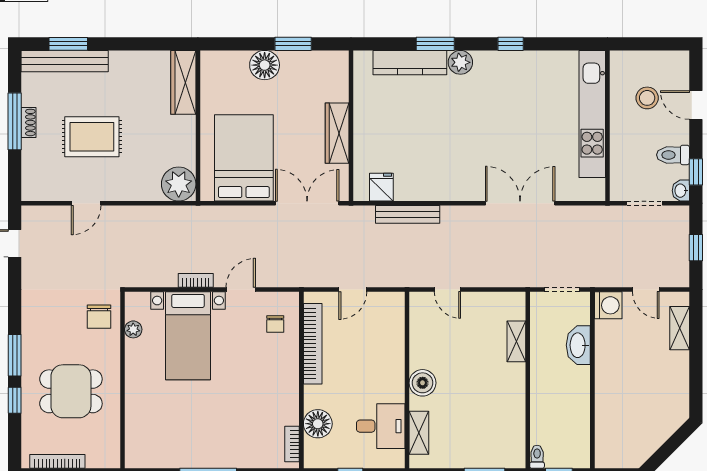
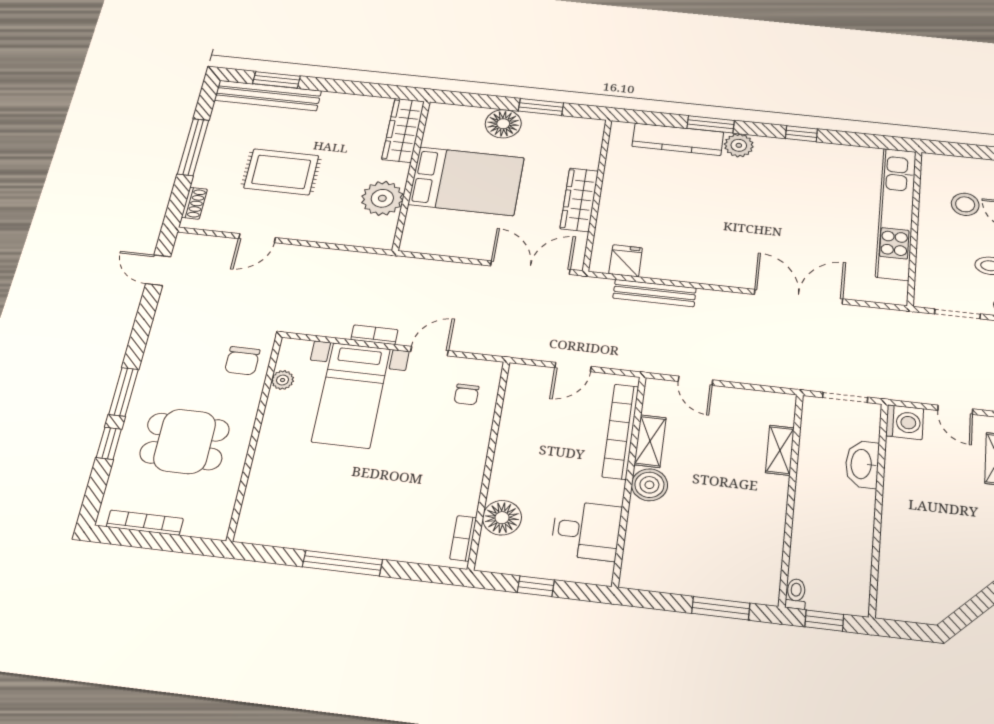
shoe rack: (28, 122) -> (194, 203), moved
bed: (244, 158) -> (466, 181), moved, turned 90
plant: (179, 184) -> (382, 198), moved
bookcase: (313, 344) -> (620, 431), moved, turned 180
shelving: (419, 433) -> (650, 441), moved

